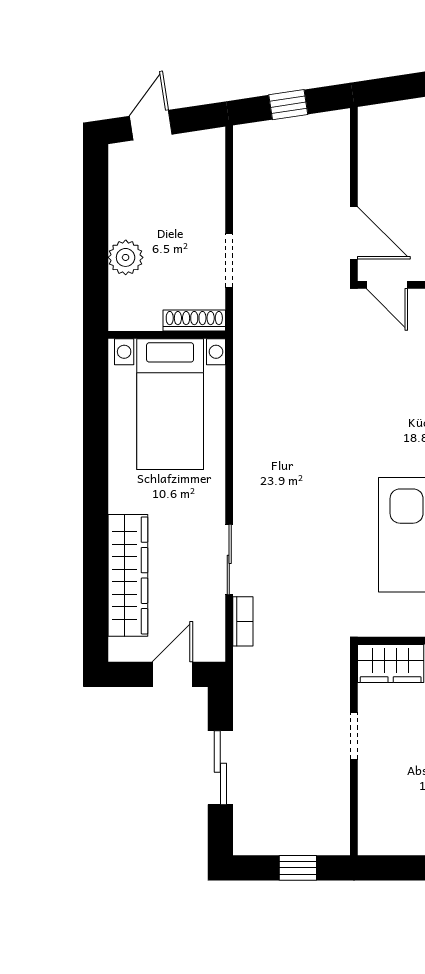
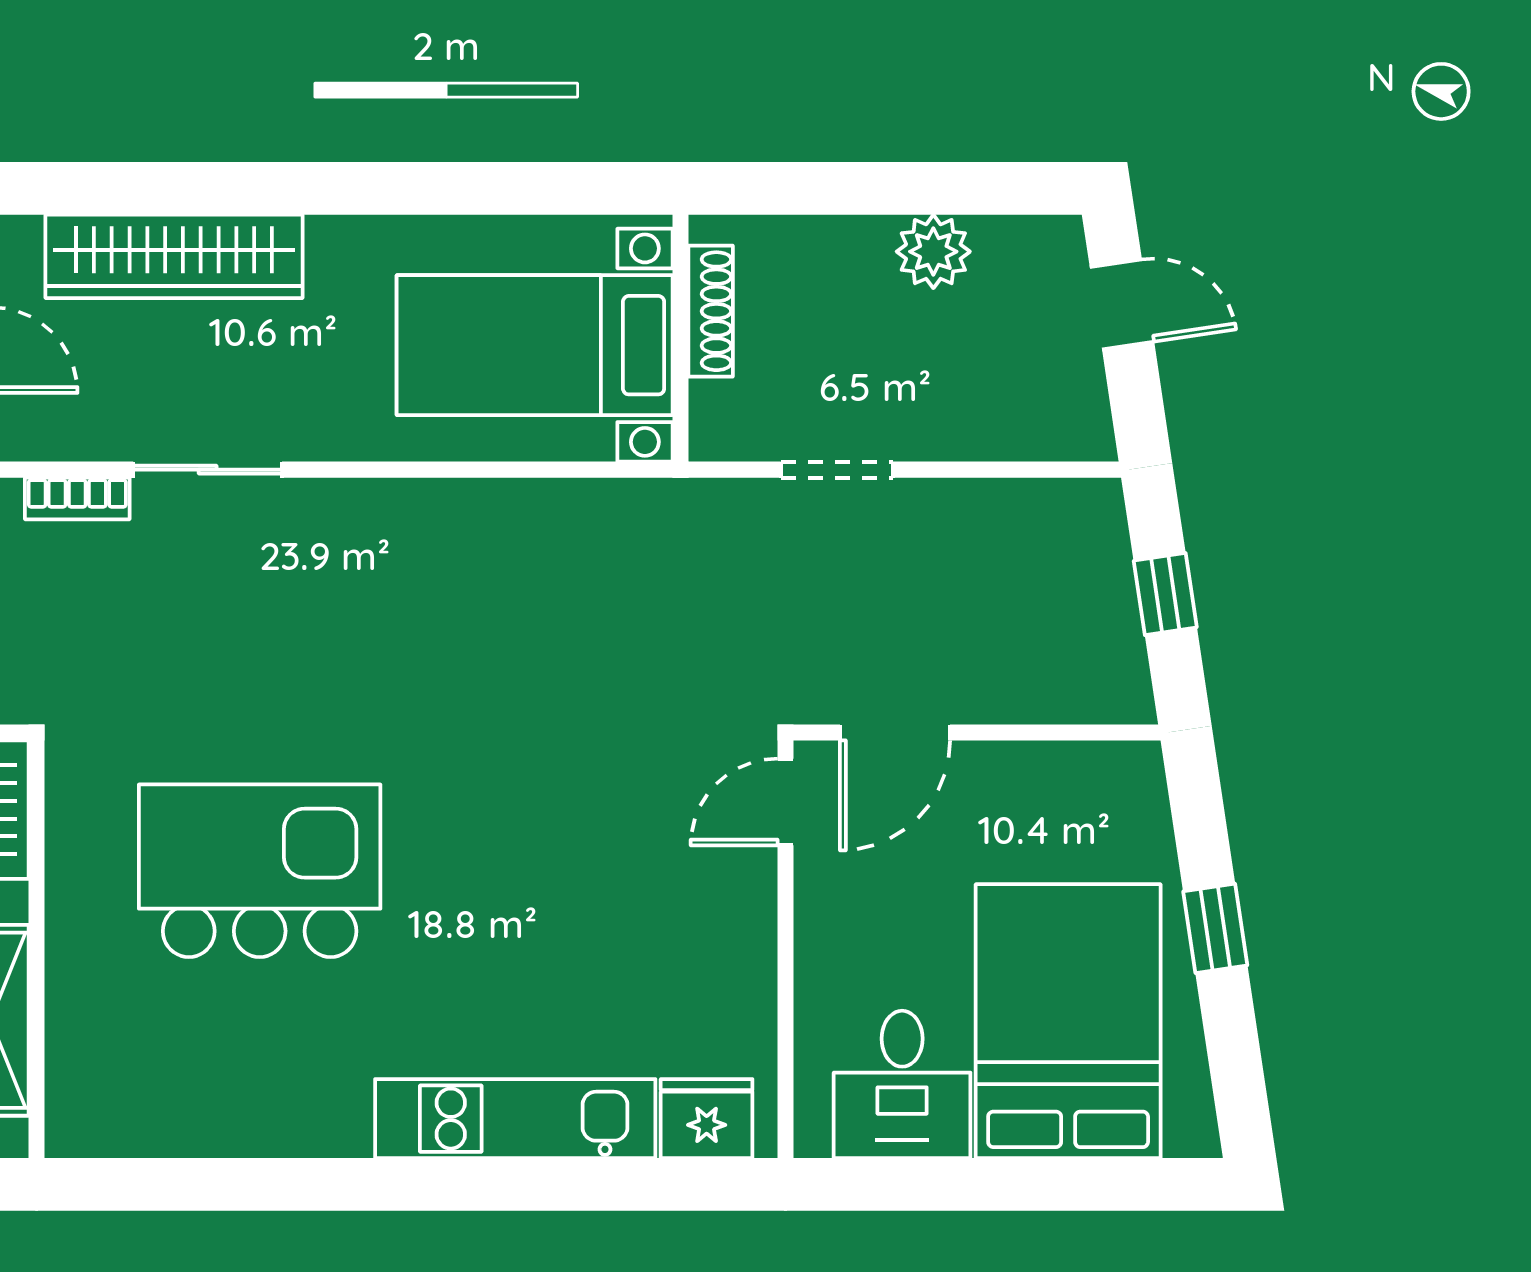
plant: (126, 257) -> (933, 252), moved
shoe rack: (194, 321) -> (711, 311), moved

